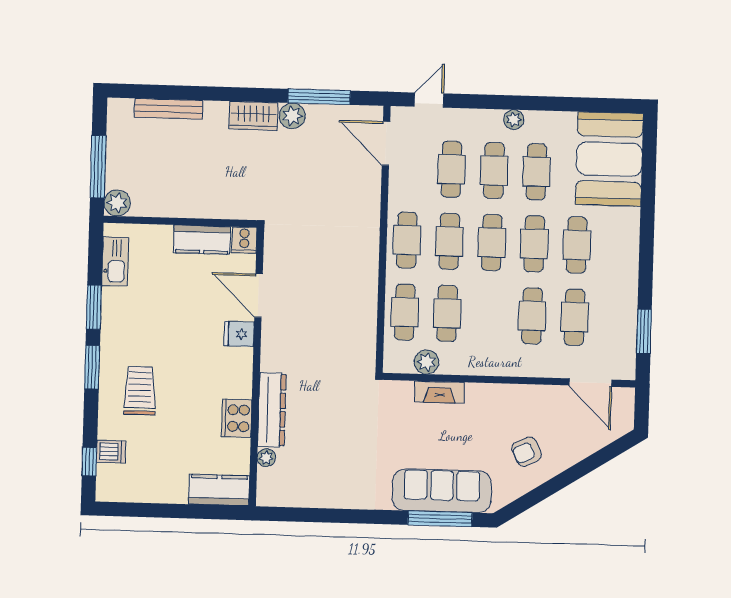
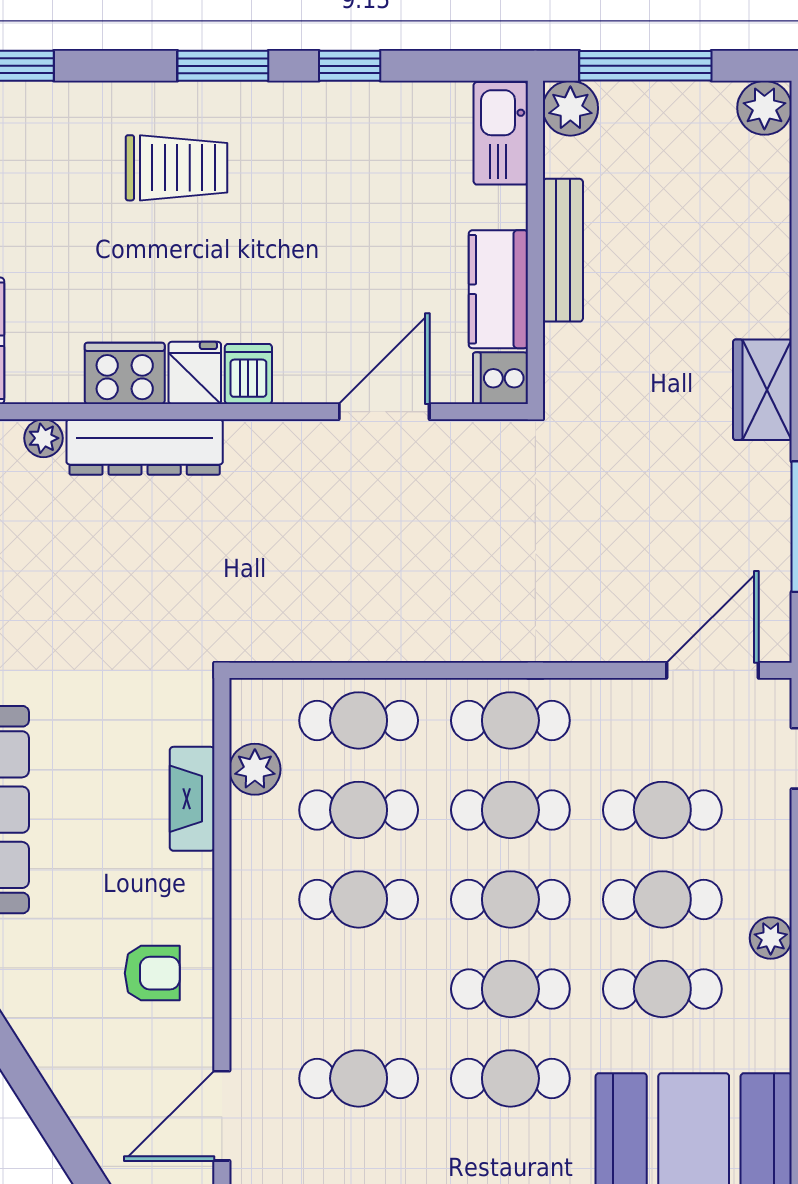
bench: (168, 109) -> (563, 250), moved
plant: (292, 116) -> (764, 108), moved
kitchen sink: (115, 261) -> (501, 133), moved, turned 90
window: (94, 307) -> (350, 66), width x0.67
cafe table: (532, 316) -> (359, 899), moved
fridge: (239, 334) -> (195, 373), moved
dishwasher: (111, 452) -> (248, 374), moved, turned 180
armchair: (527, 452) -> (152, 973), moved, turned 116

